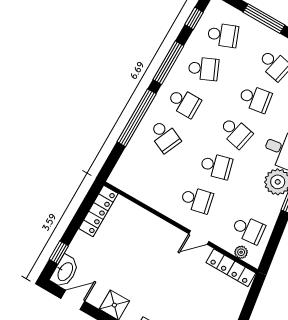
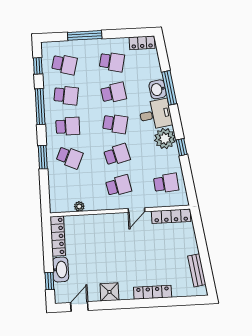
school desk: (223, 35) -> (64, 64), turned 36
school desk: (203, 69) -> (66, 95), turned 33
window: (137, 118) -> (43, 157), width x0.47
plant: (241, 252) -> (79, 206), moved
washbasin: (65, 271) -> (61, 269), moved

